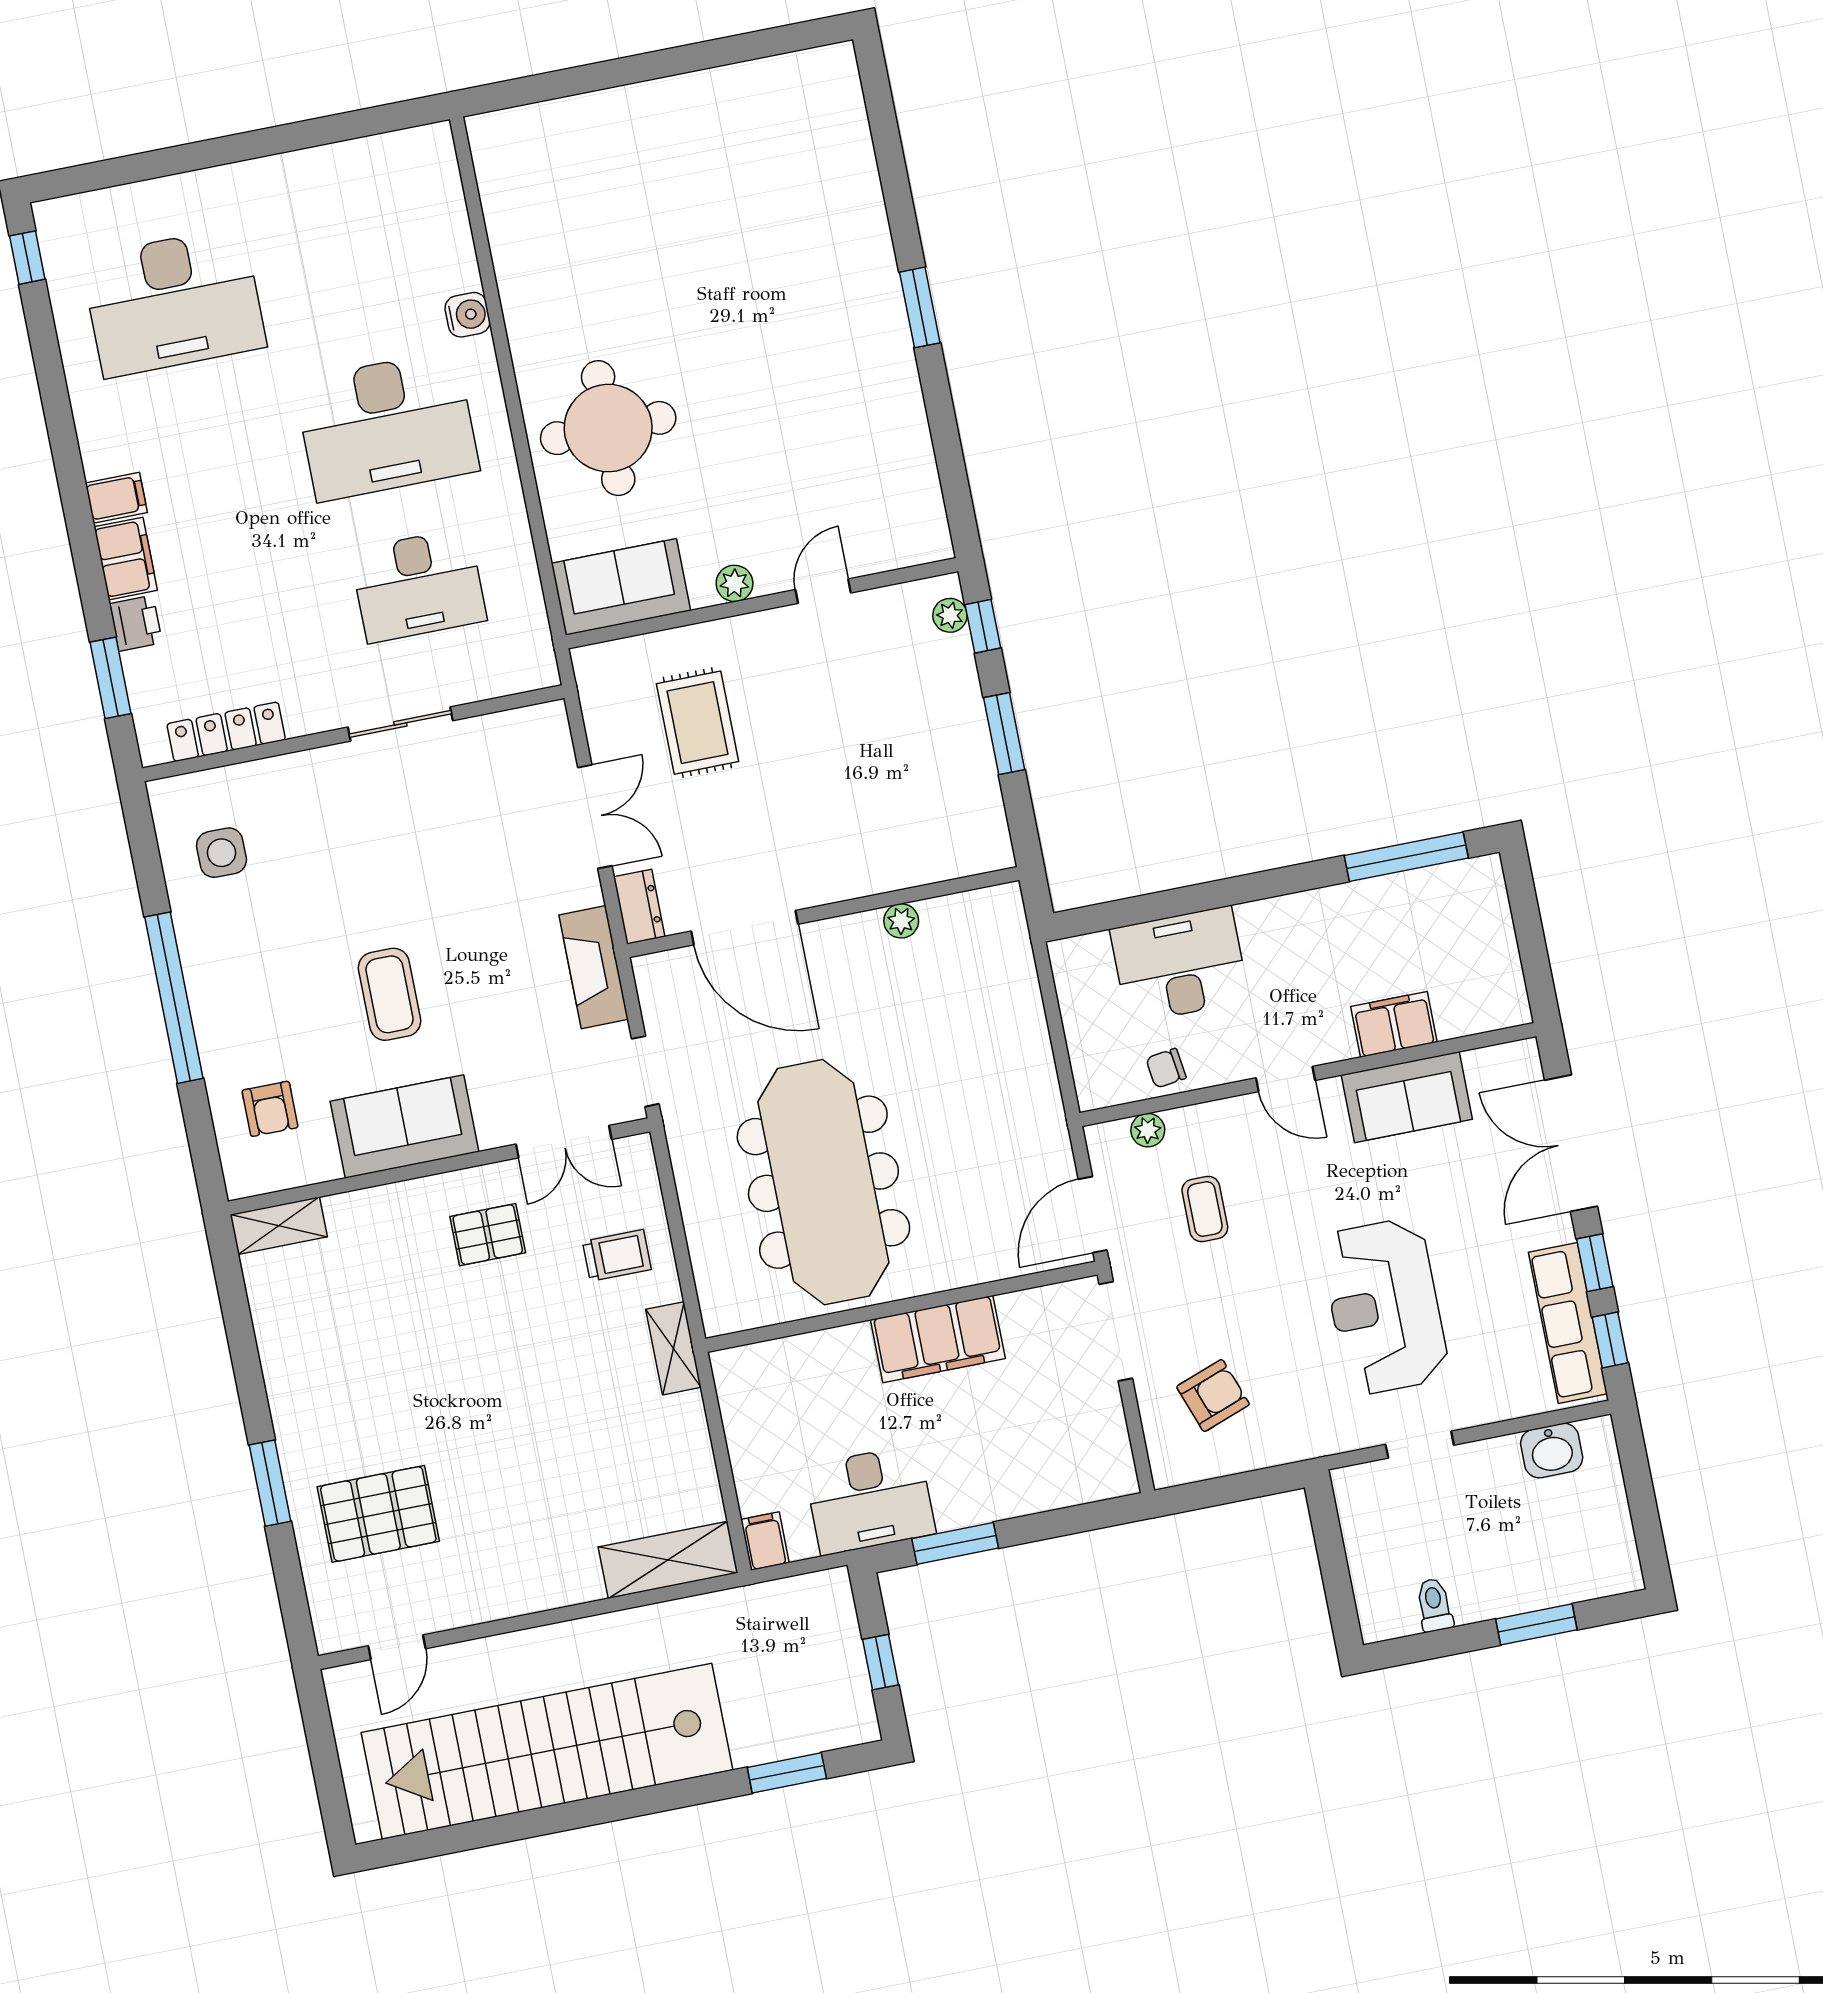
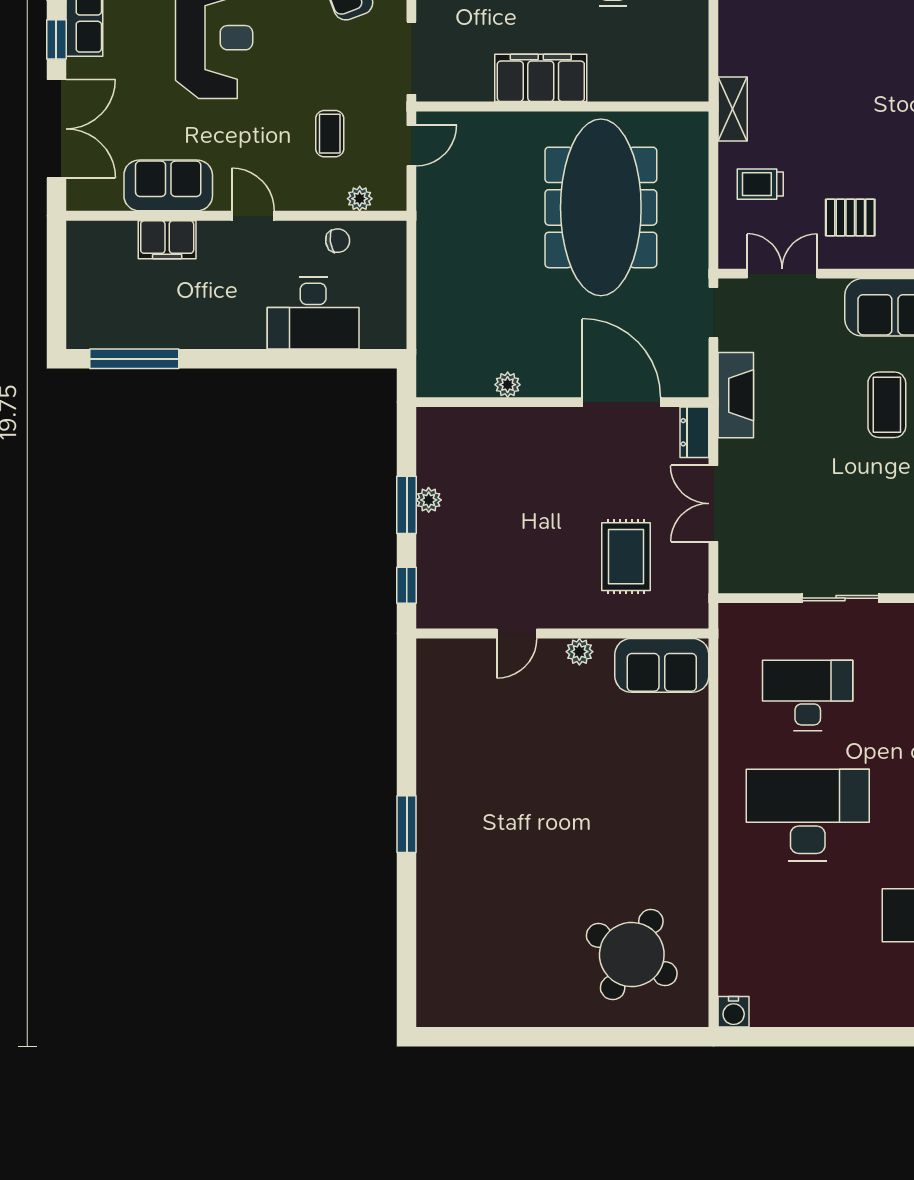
water cooler: (468, 315) -> (734, 1012), moved, turned -90
round table: (608, 428) -> (632, 955), moved, turned 30
plant: (950, 615) -> (429, 500), moved
door: (1093, 1215) -> (411, 146), width x0.73

